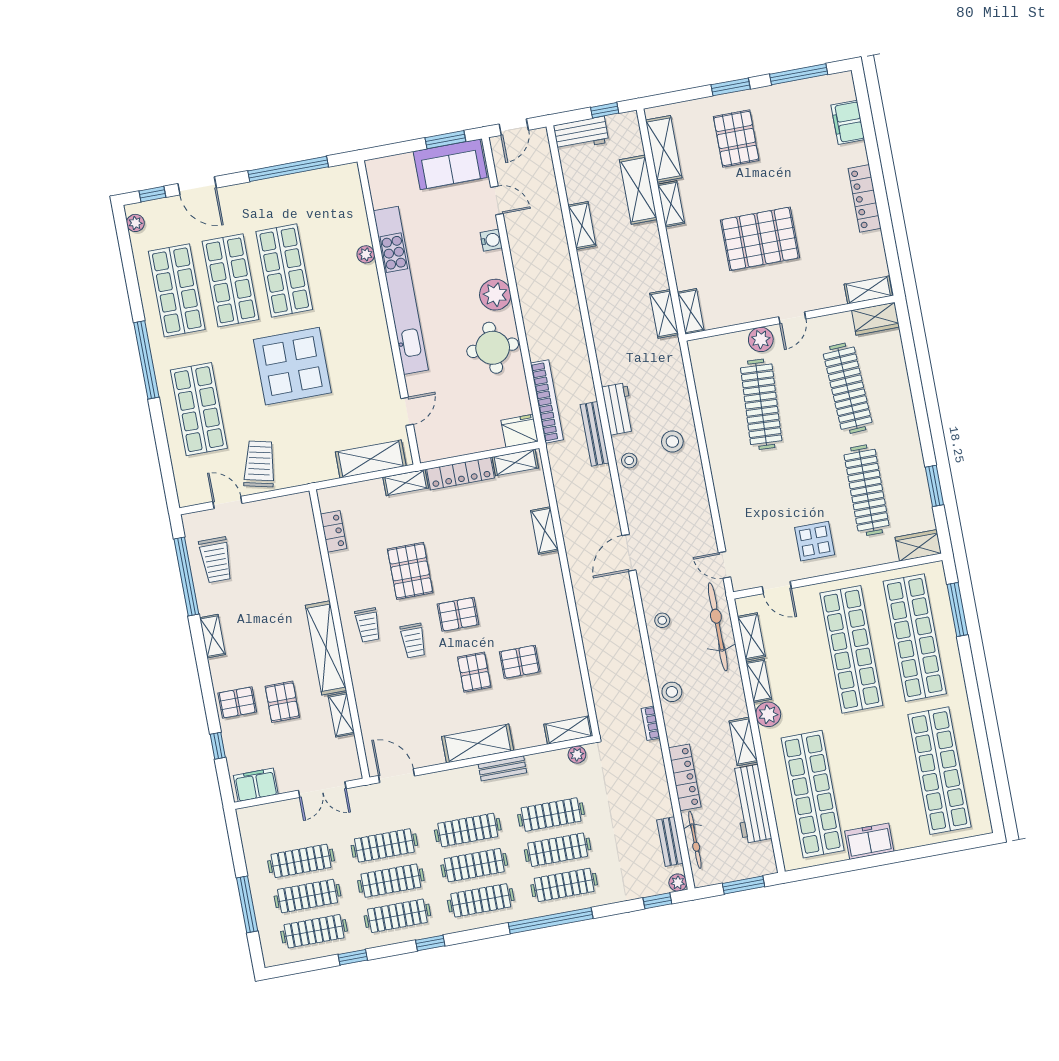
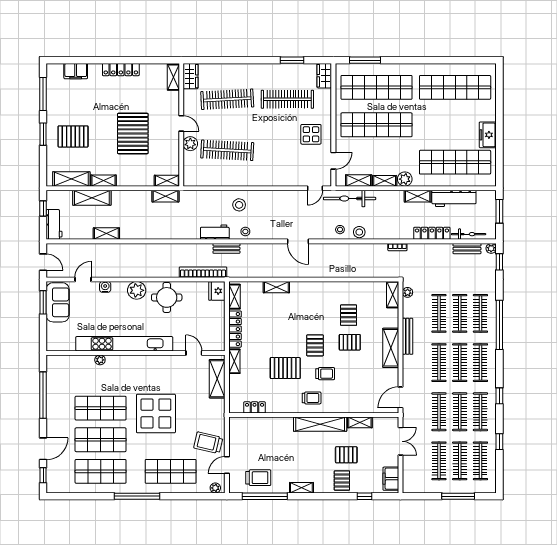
plant: (135, 223) -> (215, 488), moved
bench: (595, 434) -> (226, 248), width x0.73
stool: (672, 692) -> (359, 232), moved
bench: (502, 768) -> (408, 336), width x1.36

